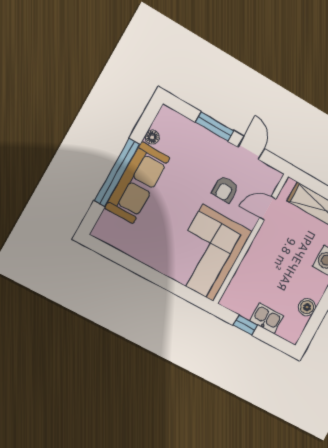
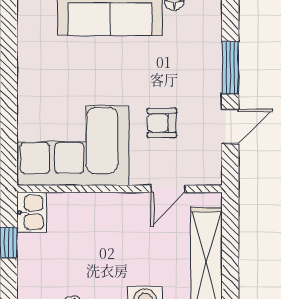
door: (268, 208) -> (168, 189), swing flipped
kitchen sink: (267, 318) -> (32, 212), moved

